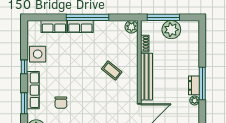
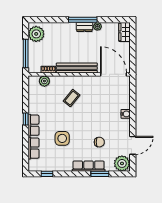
window: (88, 17) -> (26, 119), width x0.32
plant: (131, 27) -> (44, 81), moved
plant: (171, 30) -> (36, 34), moved
side table: (38, 54) -> (62, 138), moved
window: (24, 67) -> (47, 174), moved

